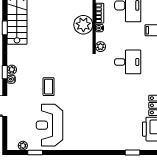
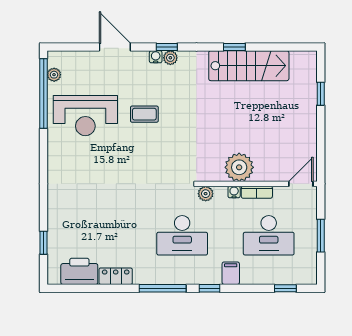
desk: (128, 62) -> (182, 235), width x1.37
reception desk: (50, 125) -> (85, 116), turned 180
window: (35, 152) -> (44, 94), width x3.17

